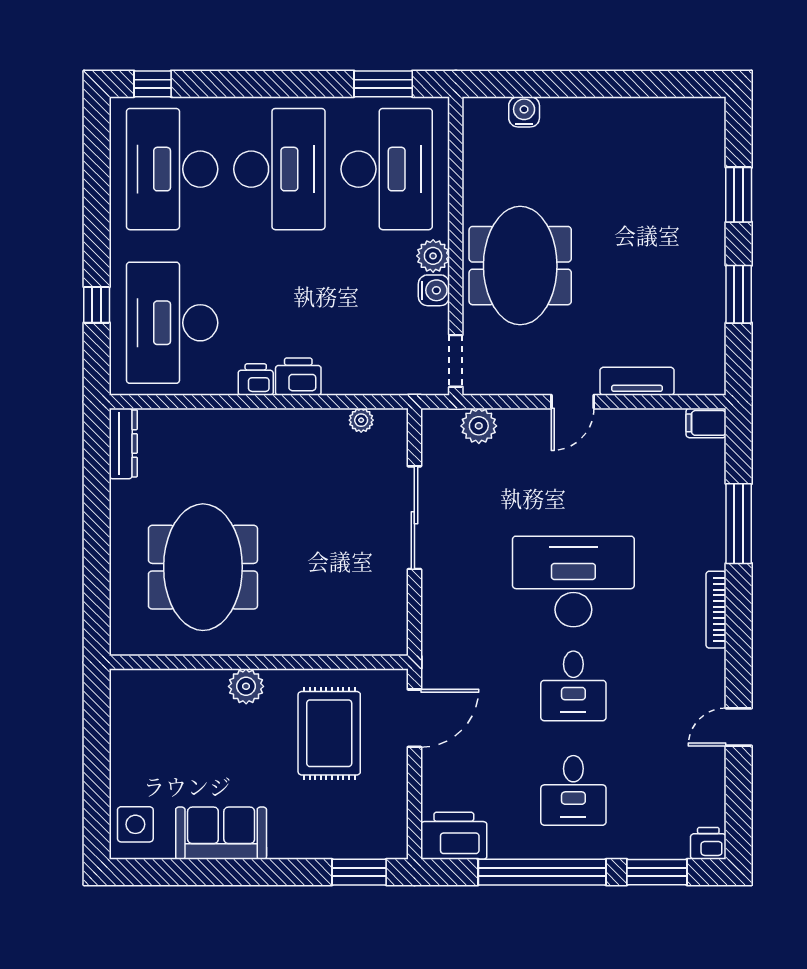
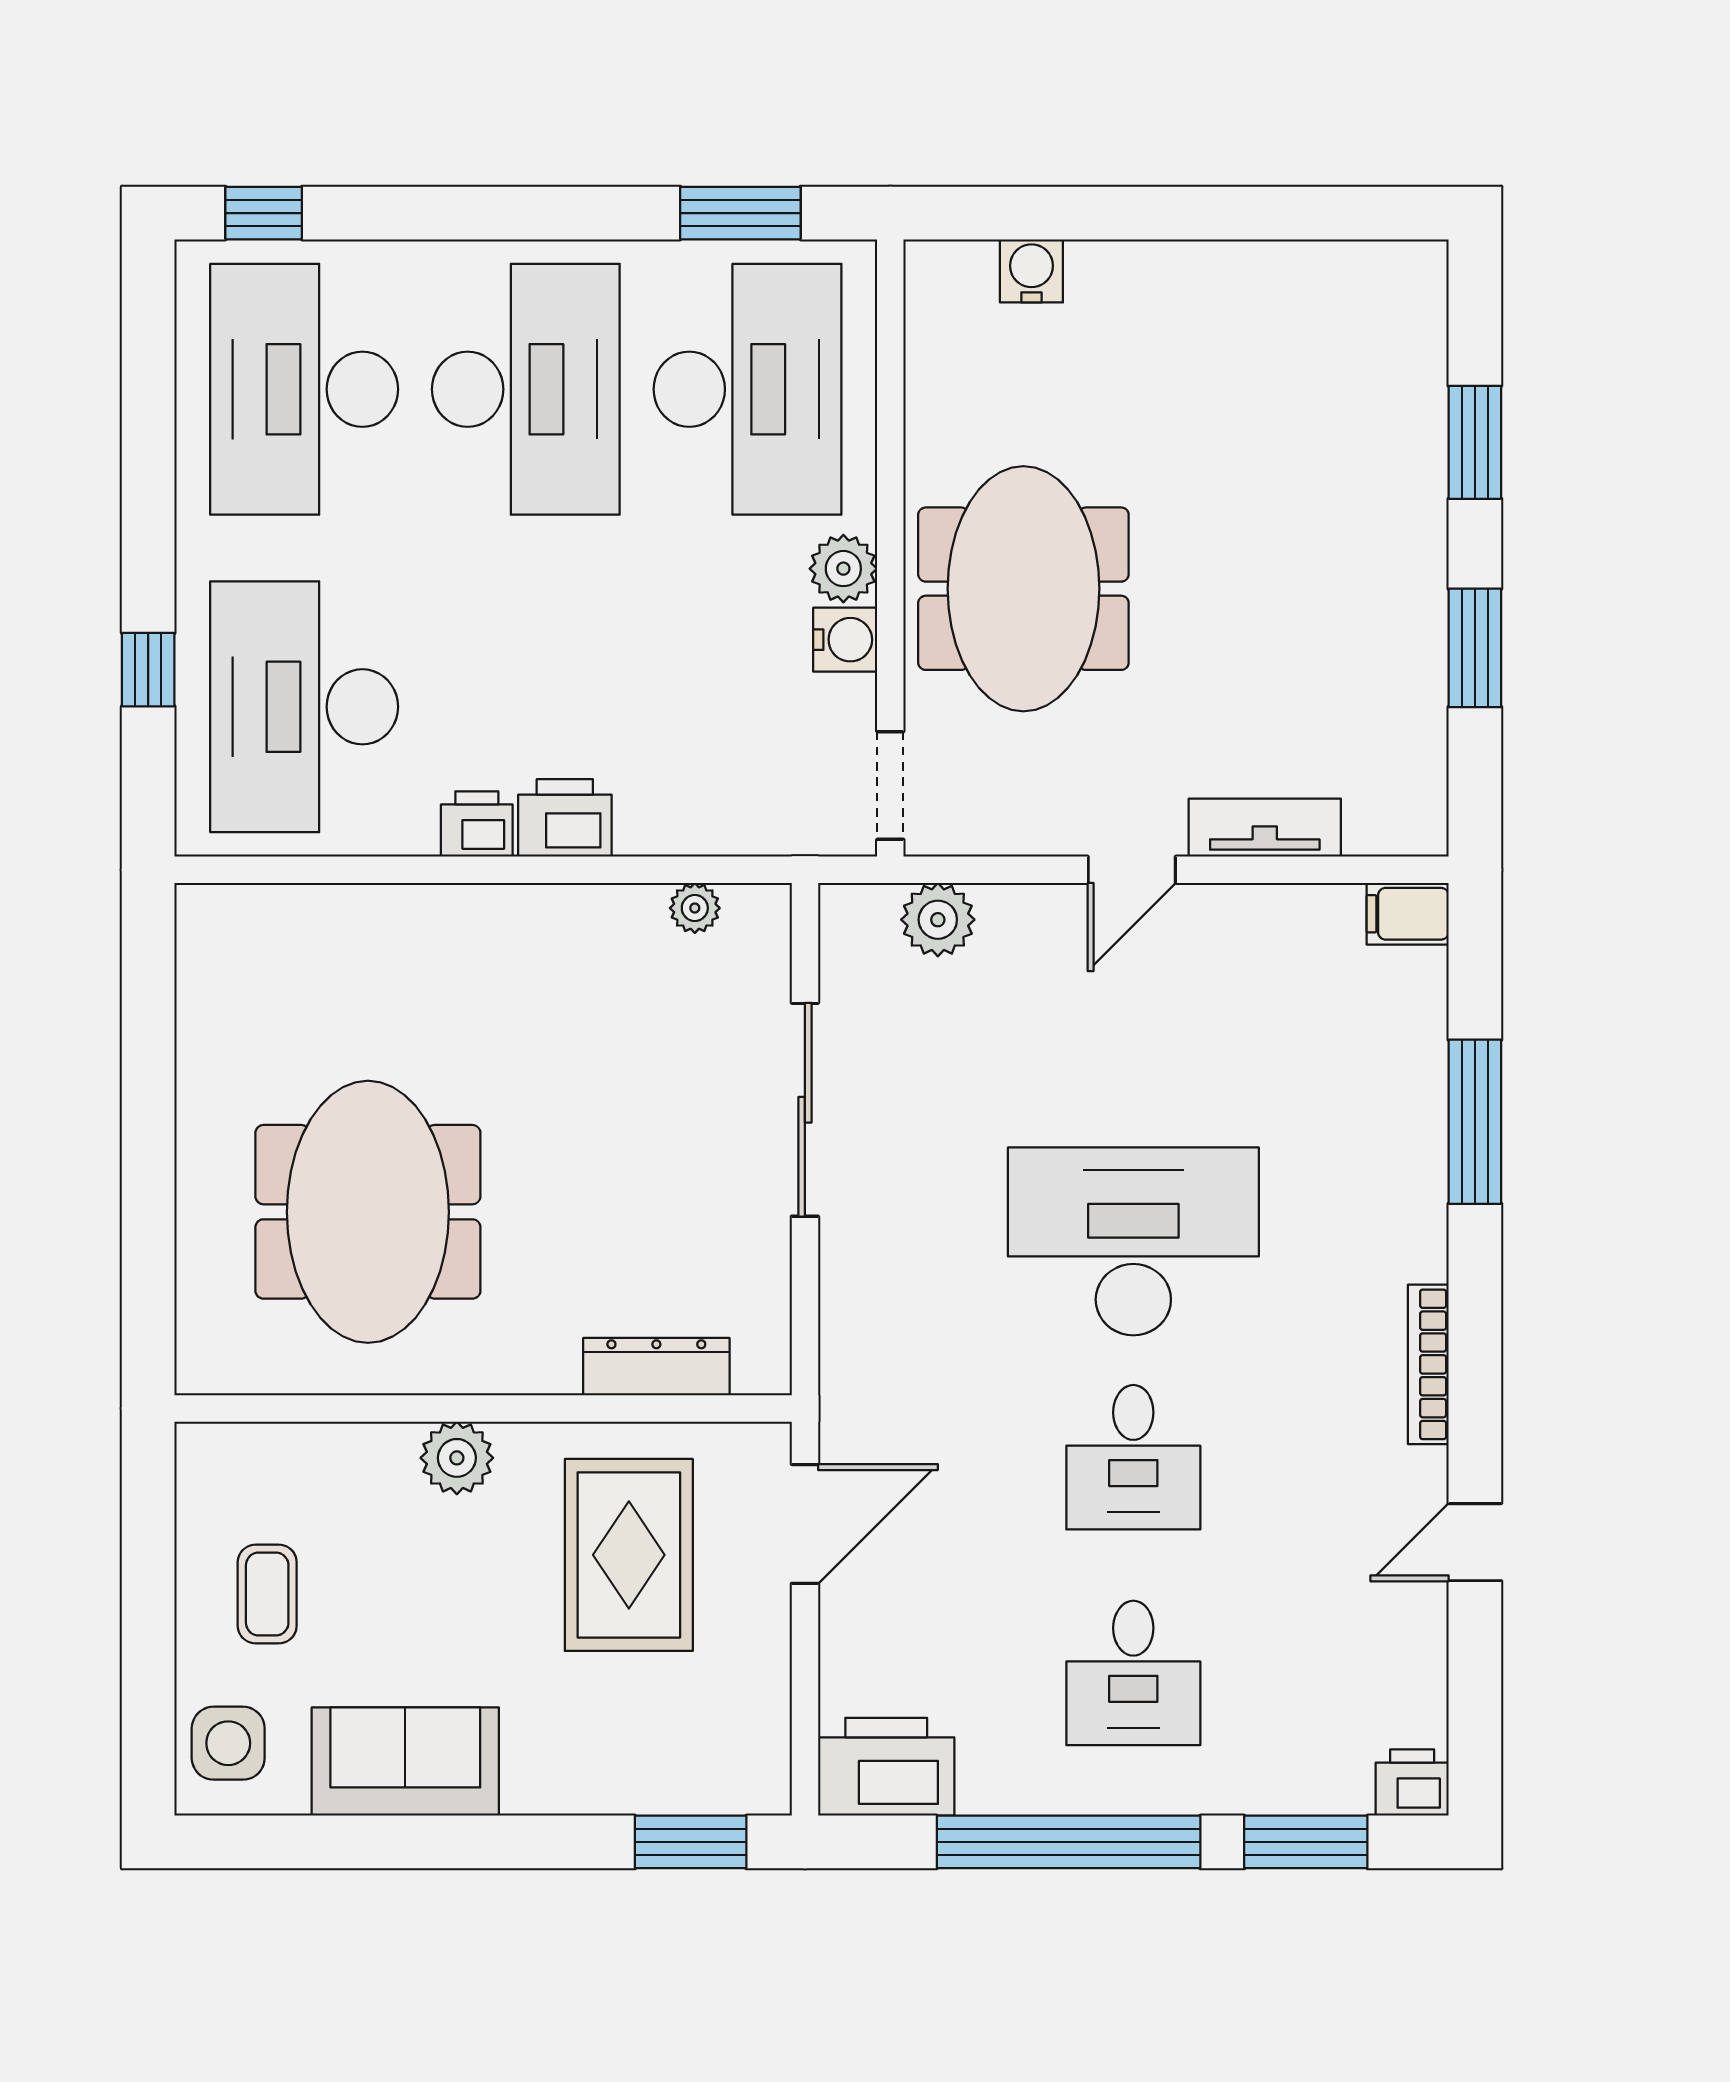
dresser: (123, 443) -> (656, 1367), moved, turned -90
bookcase: (716, 610) -> (1428, 1364), moved
coffee table: (154, 752) -> (267, 1594), added

